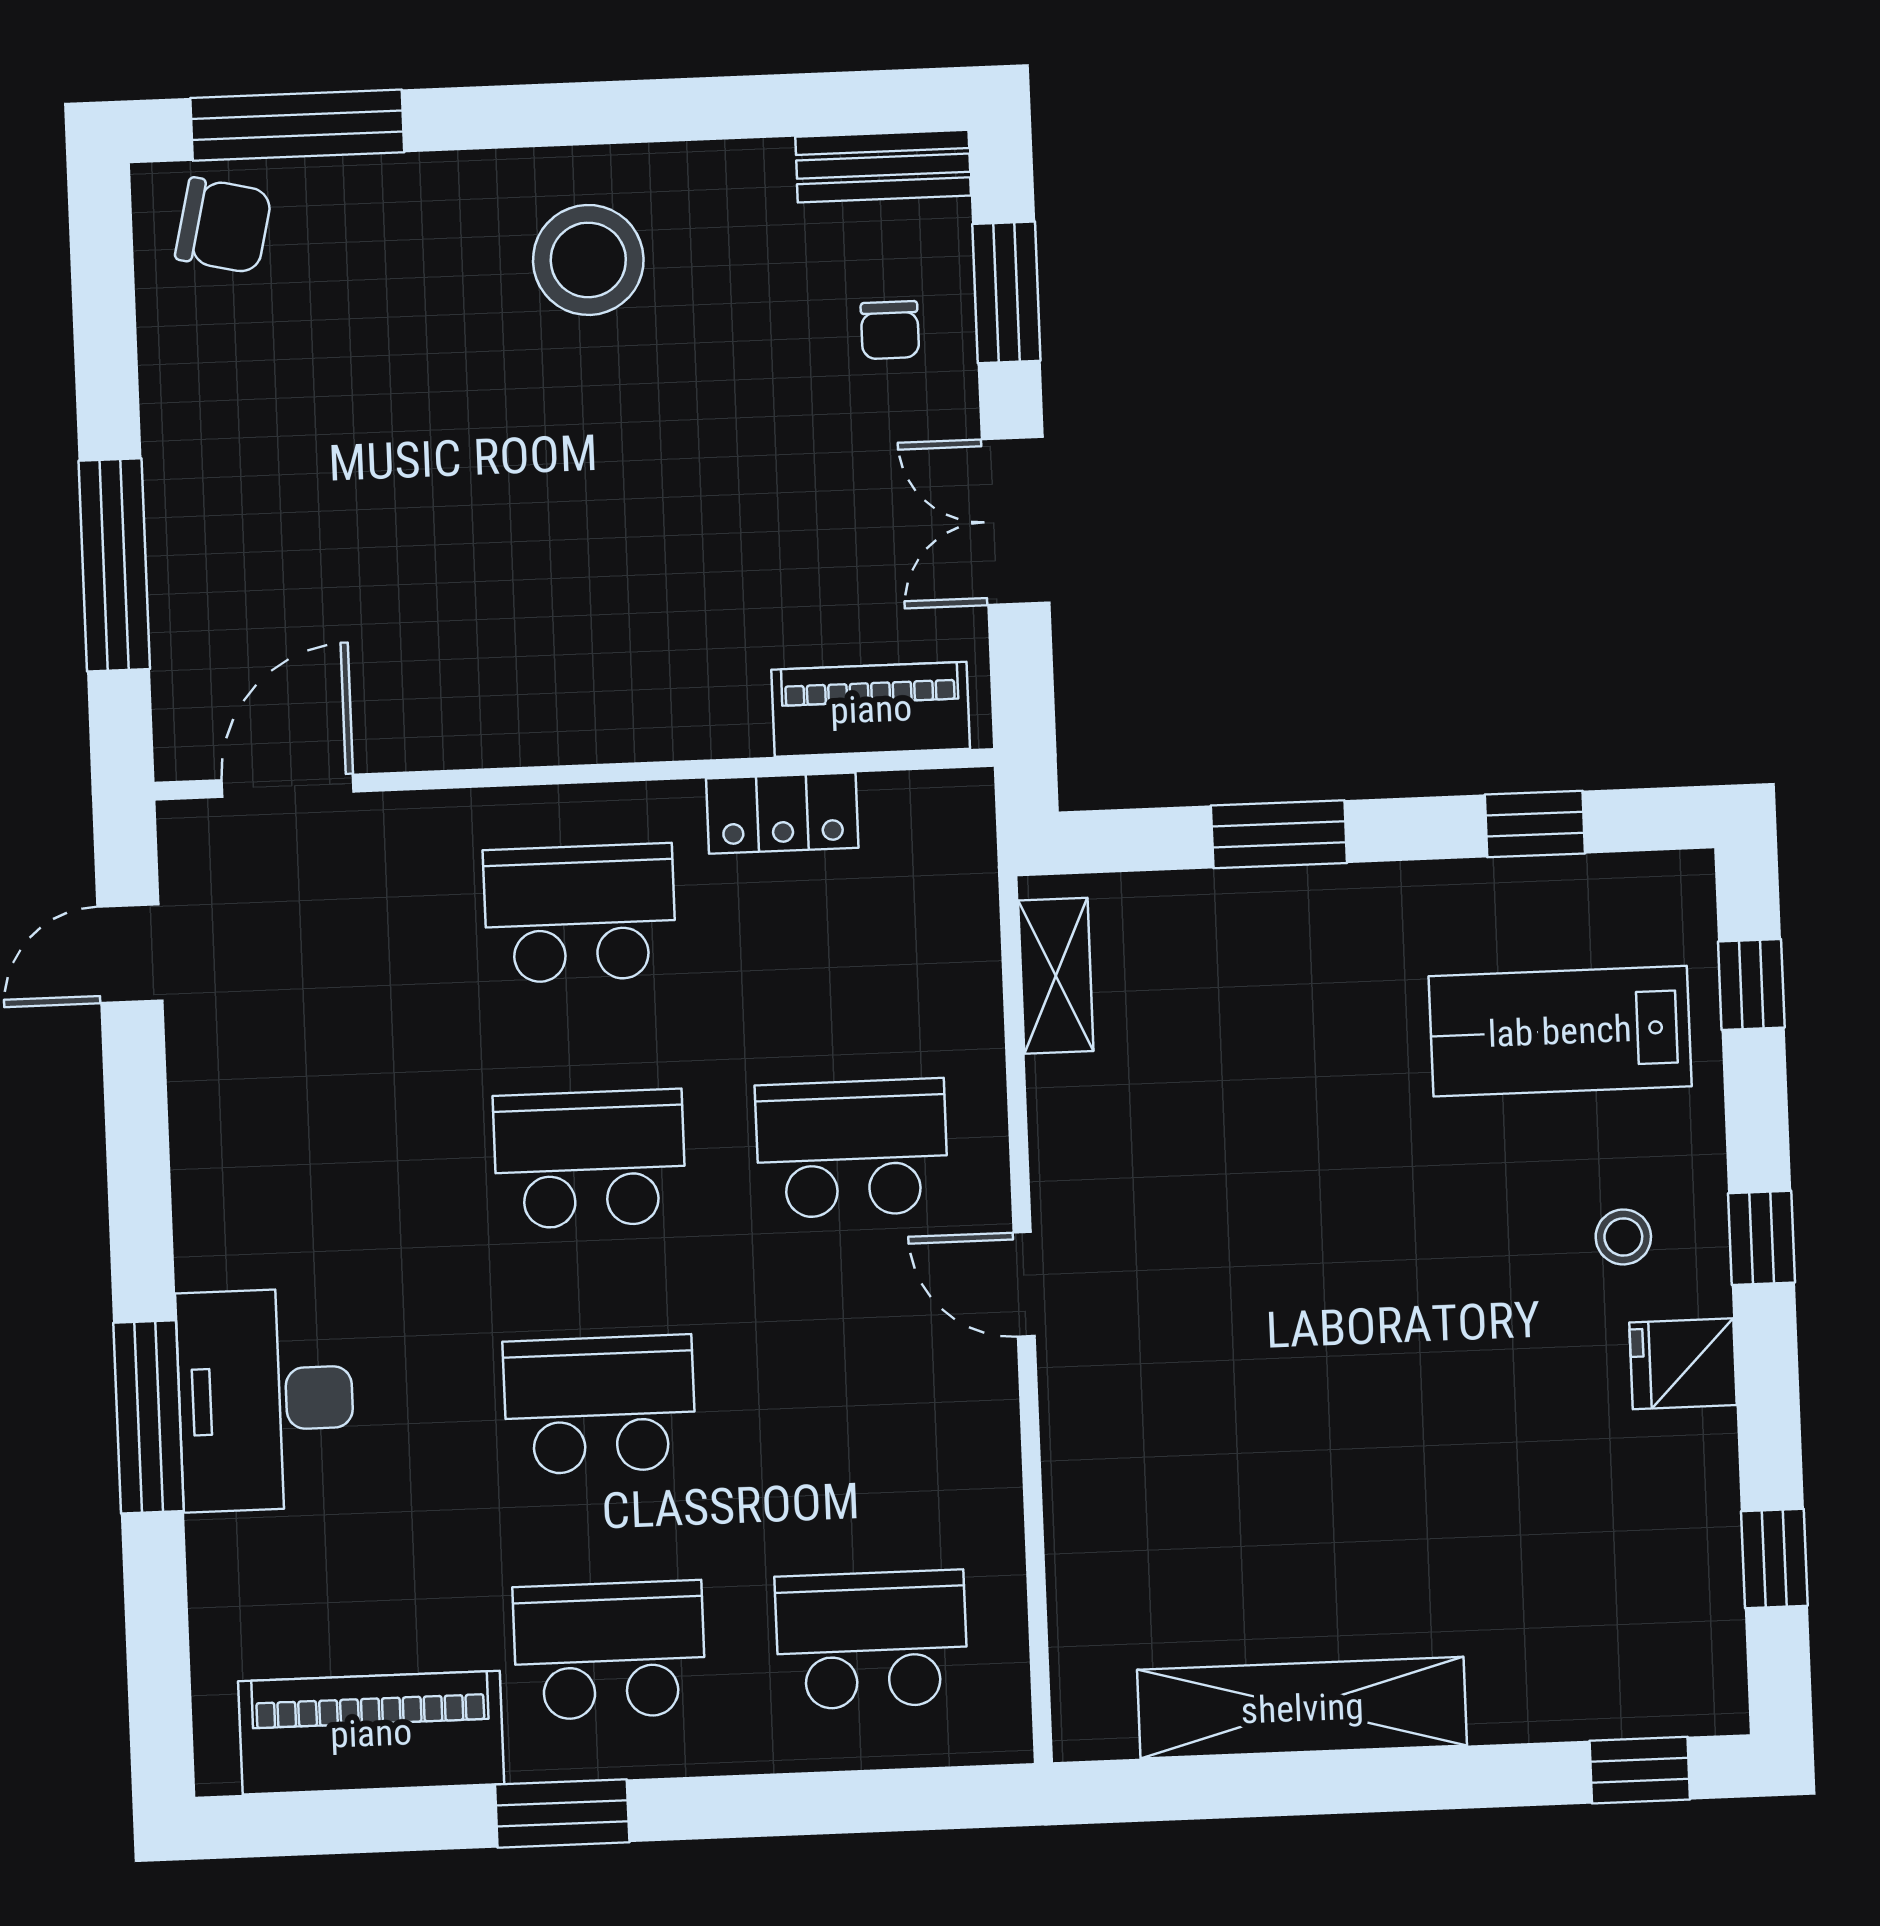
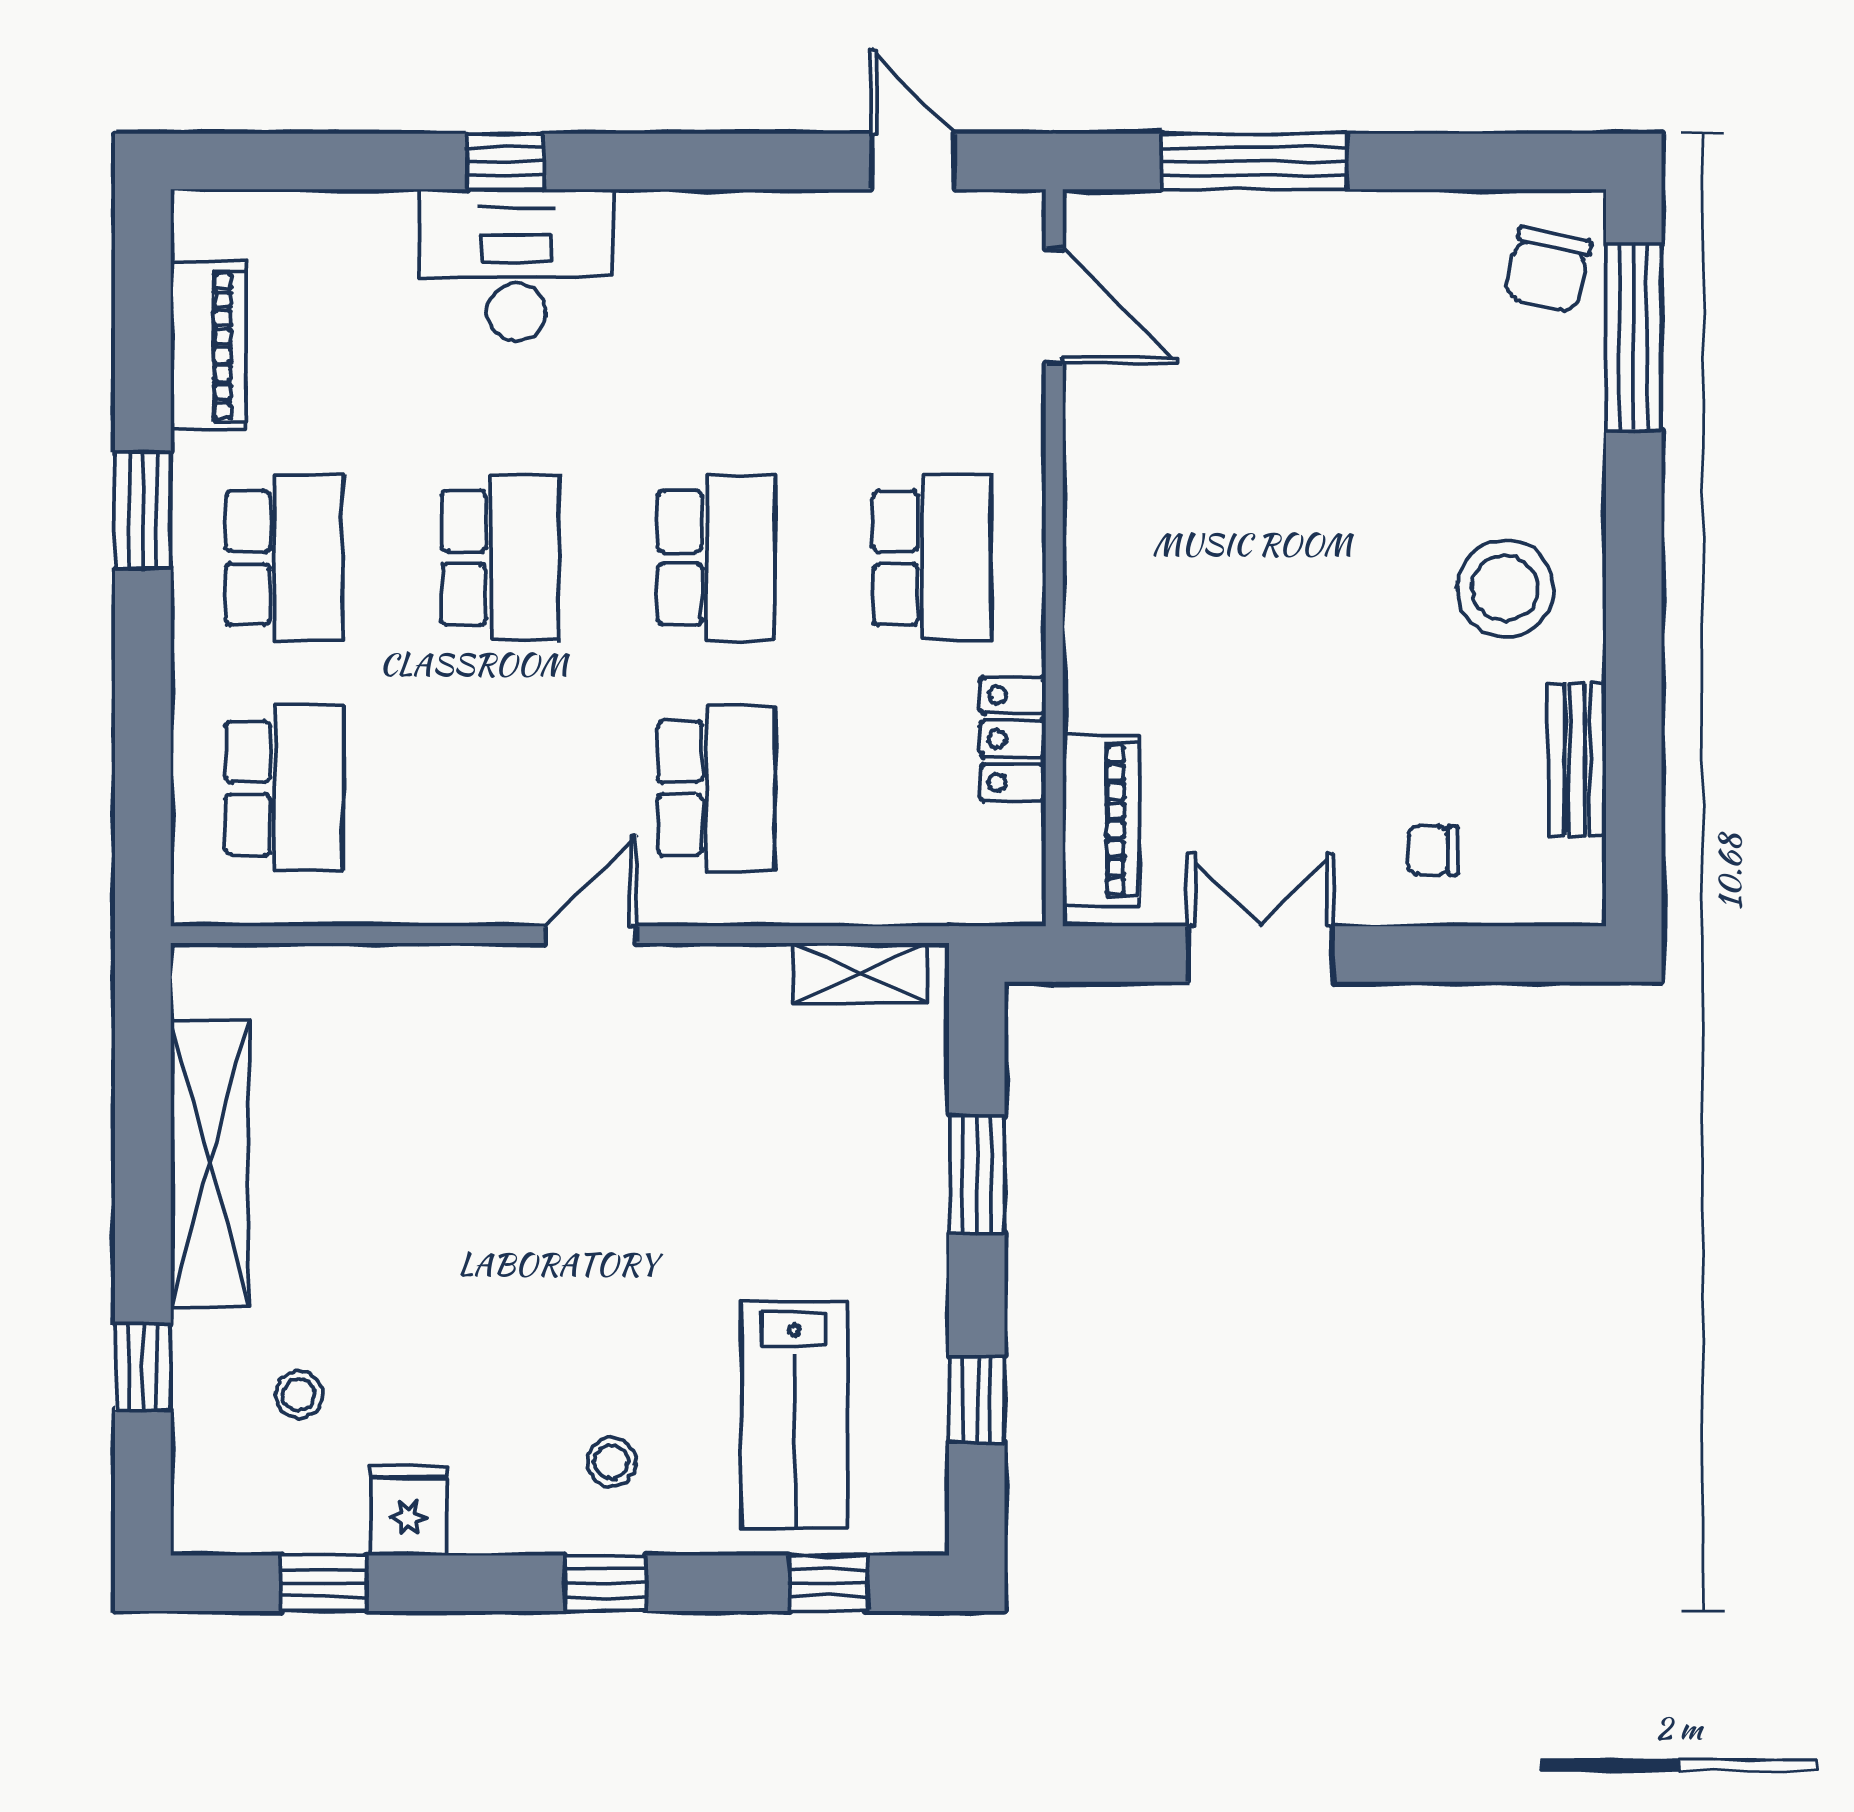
bench: (883, 166) -> (1577, 760), moved
window: (1006, 292) -> (1462, 954), removed
lab bench: (1560, 1031) -> (794, 1414), turned 180
fridge: (1683, 1364) -> (409, 1510), moved
window: (148, 1417) -> (505, 162), width x0.46
stool: (1561, 1596) -> (299, 1394), added
piano: (371, 1733) -> (208, 346), width x0.73, depth x0.75
window: (1640, 1770) -> (143, 1367), moved

